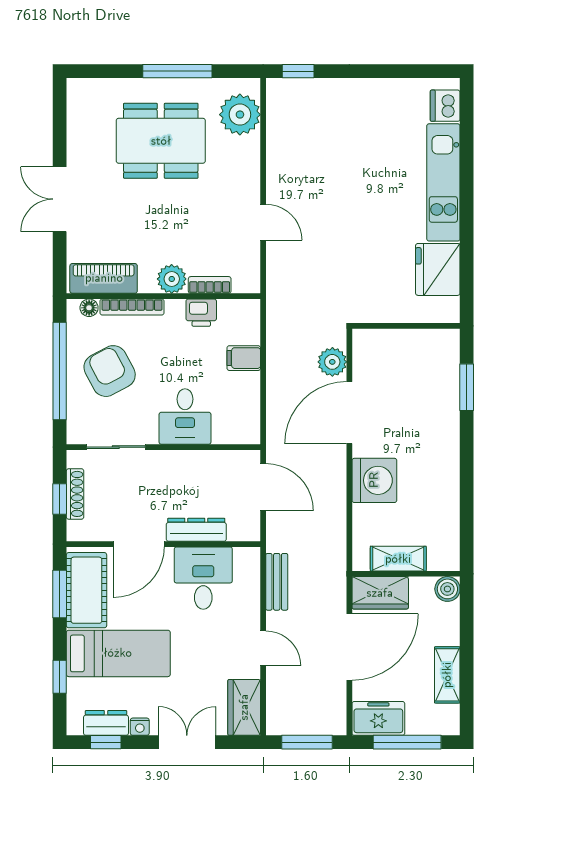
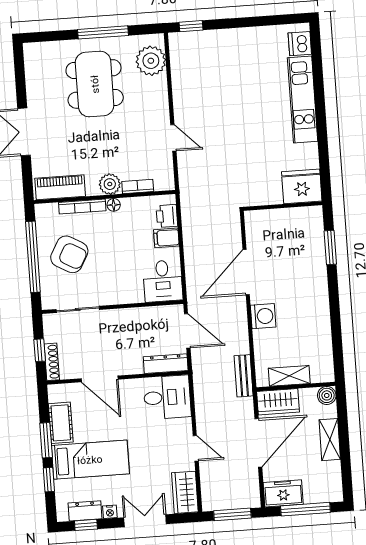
dining table: (161, 141) -> (95, 84), turned 90
fridge: (438, 269) -> (302, 186), moved, turned 90
floor lamp: (89, 308) -> (114, 205), moved
printer: (201, 313) -> (167, 216), moved, turned 90
plant: (332, 362) -> (231, 236), removed
armchair: (110, 371) -> (69, 254), turned 147
desk: (185, 417) -> (163, 281), moved
washing machine: (374, 480) -> (263, 316), width x0.73, depth x0.73
shoe rack: (75, 494) -> (52, 362), moved
dresser: (196, 530) -> (166, 364), moved
door: (139, 544) -> (100, 379), hinge flipped
desk: (203, 578) -> (167, 397), moved, turned 90
bench: (277, 582) -> (244, 376), moved
cot: (86, 590) -> (61, 423), width x0.73, depth x0.75
window: (60, 594) -> (46, 440), moved
shelving: (447, 675) -> (330, 440), moved

